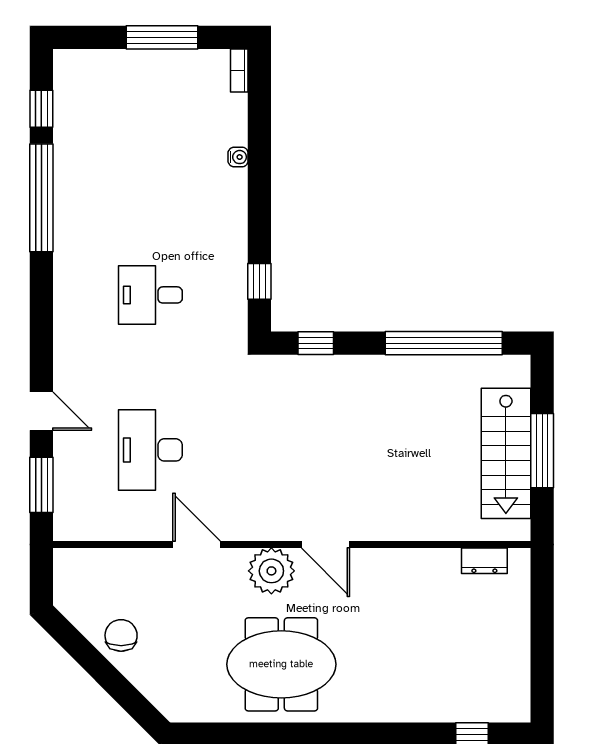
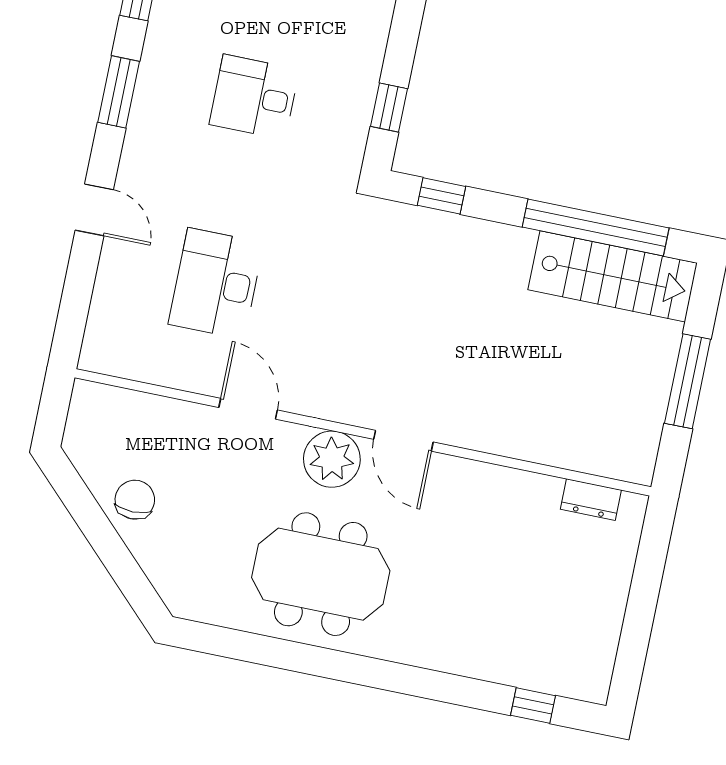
stairs: (506, 453) -> (613, 276), moved, turned -90
window: (41, 485) -> (119, 92), moved

